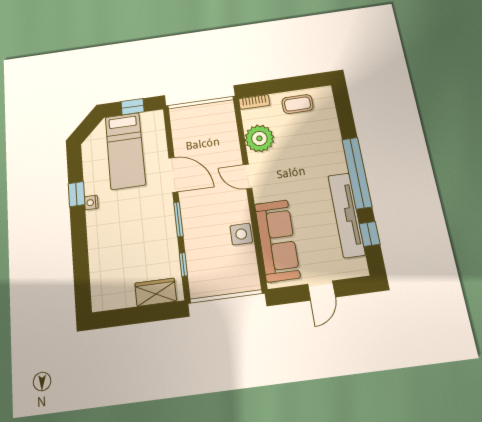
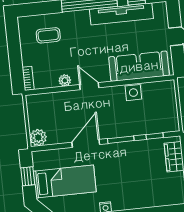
coffee table: (297, 104) -> (48, 35), moved, turned 90
plant: (180, 117) -> (38, 138), added
plant: (259, 138) -> (65, 80), width x0.53, depth x0.53
door: (247, 176) -> (89, 86), swing flipped

